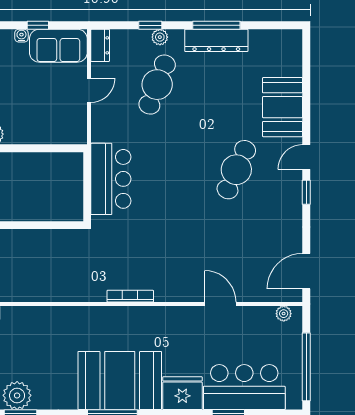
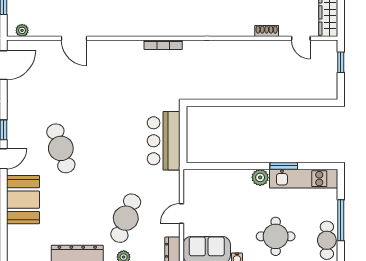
cafe table: (236, 170) -> (61, 148), turned -42
bookcase: (130, 296) -> (163, 45), moved

